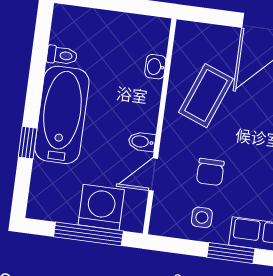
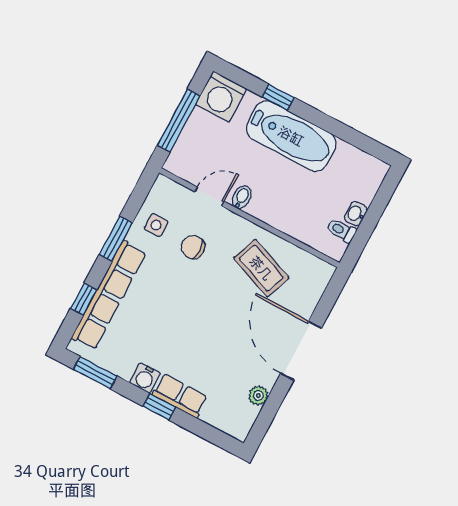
toilet: (62, 55) -> (341, 230), moved, turned 90
washbasin: (155, 67) -> (356, 214), moved, turned -90
door: (153, 174) -> (209, 196), hinge flipped
washing machine: (101, 207) -> (221, 97), moved, turned 90

